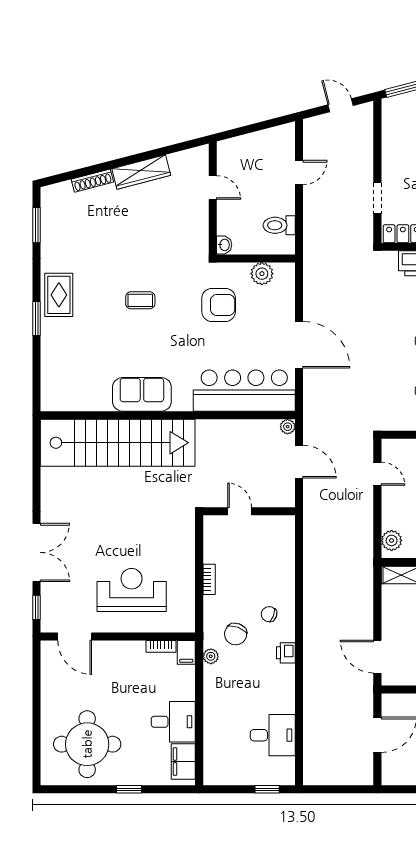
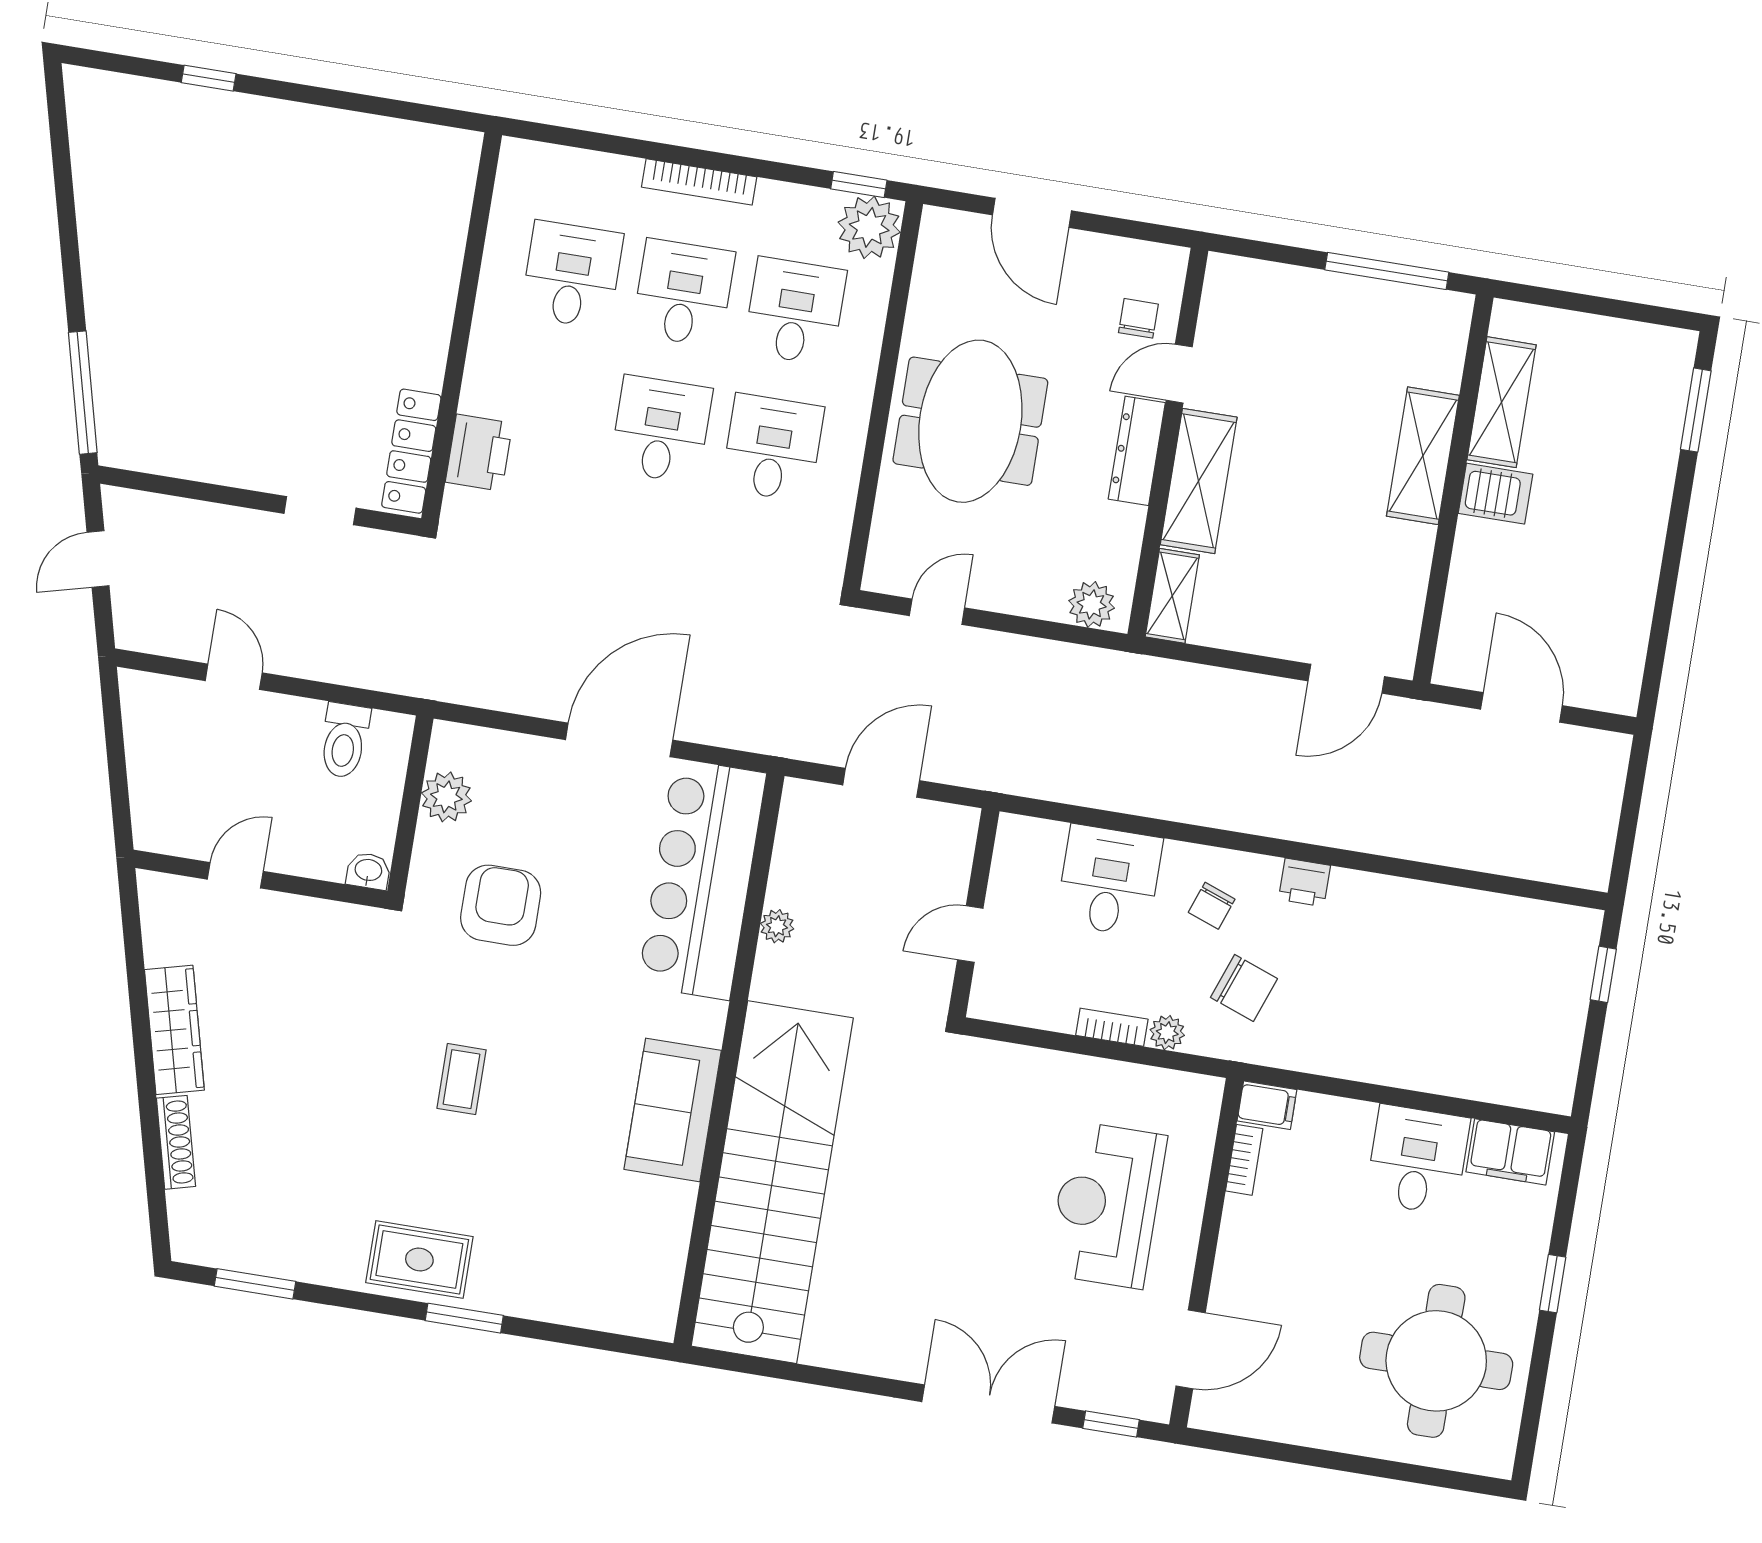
plant: (288, 427) -> (777, 926), moved
plant: (211, 656) -> (1167, 1033), moved
desk: (273, 735) -> (1109, 881), moved

